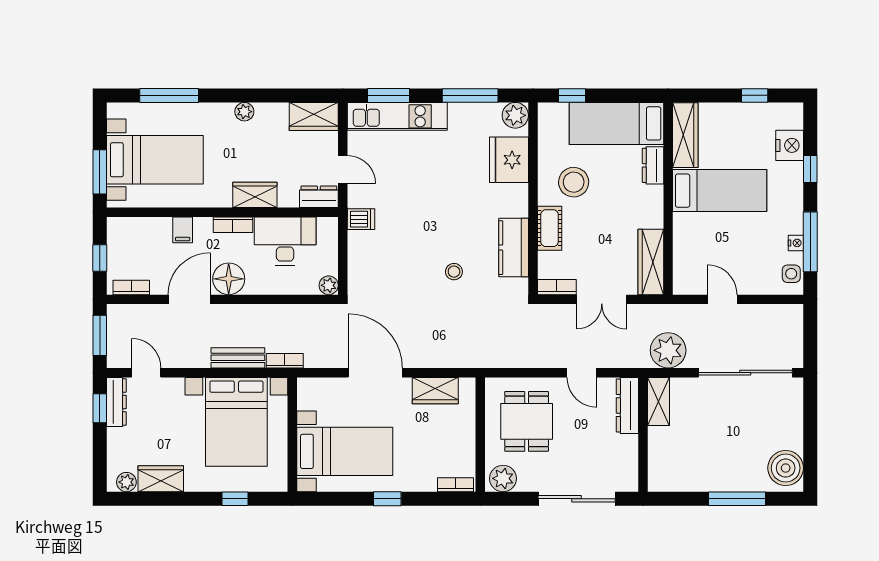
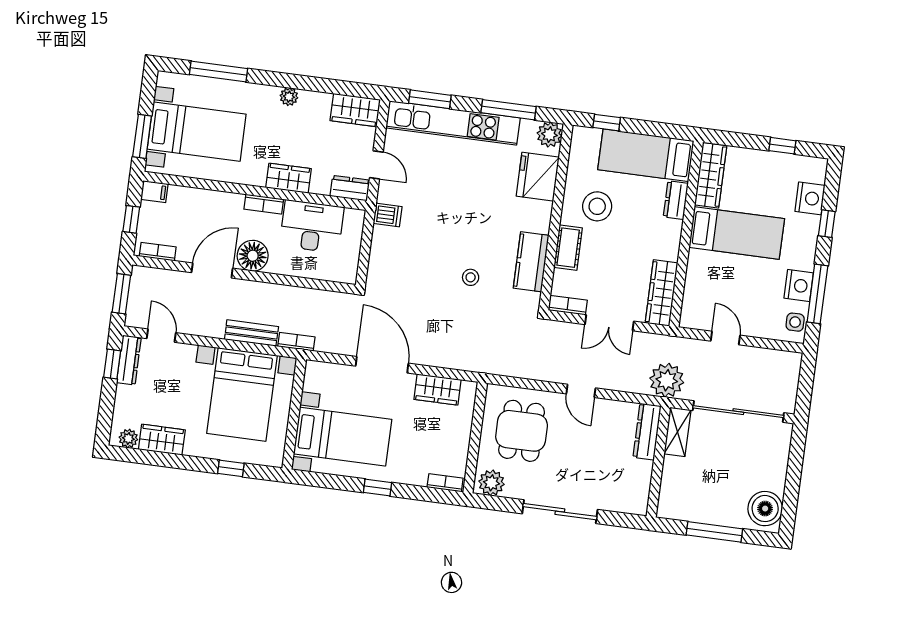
kitchen unit: (397, 116) -> (453, 123), width x1.36
filing cabinet: (183, 230) -> (154, 192), moved, turned -90
nightstand: (796, 243) -> (799, 286), width x1.89, depth x1.79
plant: (329, 285) -> (348, 275), removed
shelving: (658, 401) -> (677, 432), moved
dresser: (627, 405) -> (647, 432), moved
wall: (643, 435) -> (658, 462), moved

